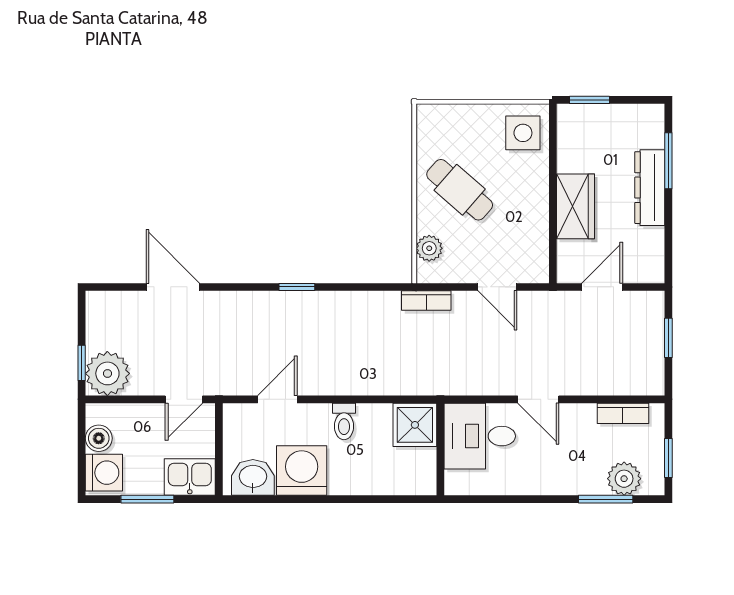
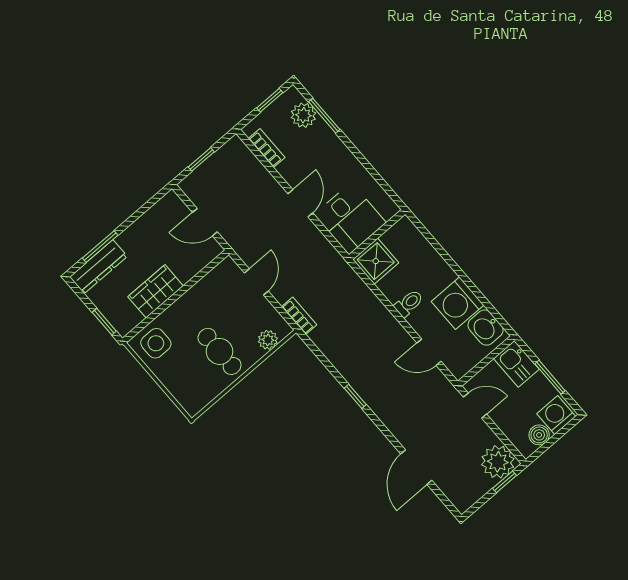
dresser: (650, 188) -> (98, 267), moved
cafe table: (460, 190) -> (220, 351), turned -41
wardrobe: (575, 206) -> (156, 291), moved

